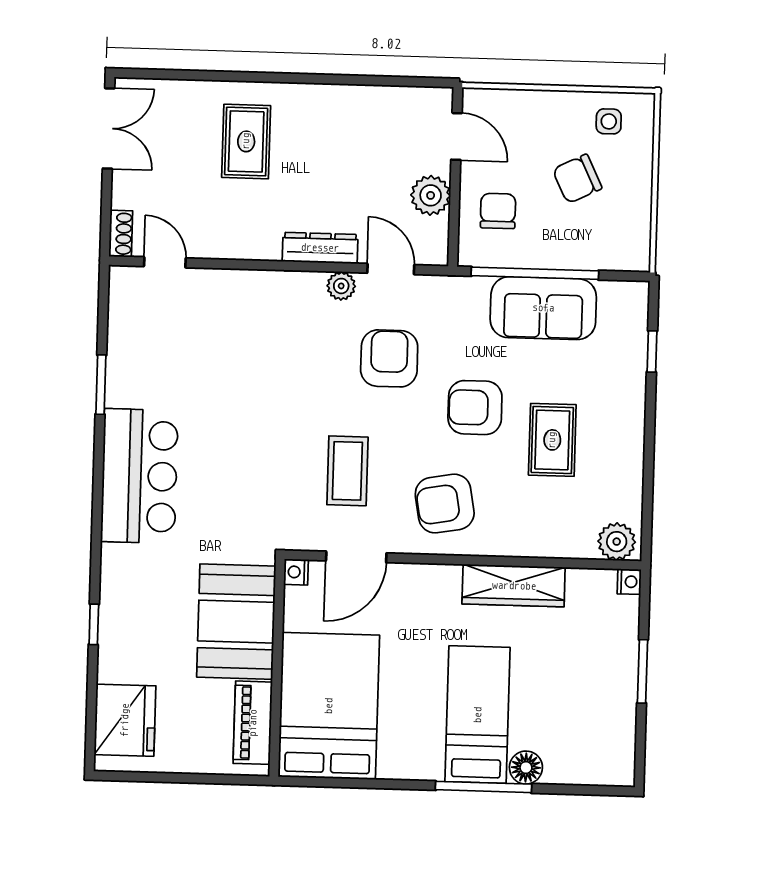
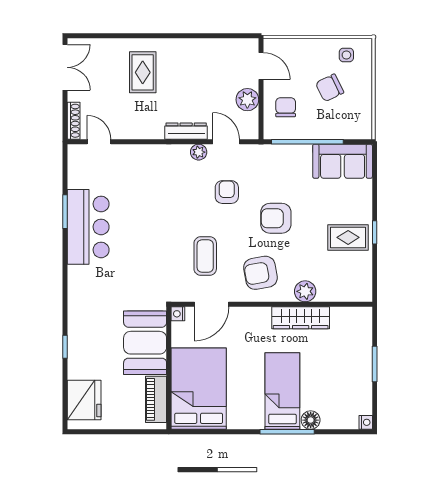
shoe rack: (121, 234) -> (74, 121), width x1.43
sofa: (543, 308) -> (343, 161), moved
window: (652, 351) -> (375, 232), moved
armchair: (389, 358) -> (227, 192), width x0.72, depth x0.72
rug: (552, 440) -> (348, 237), moved, turned 90
bar counter: (139, 476) -> (88, 227), moved
plant: (617, 542) -> (305, 291), moved
nightstand: (629, 582) -> (366, 422), moved

